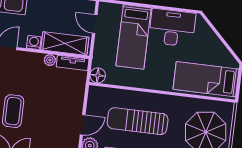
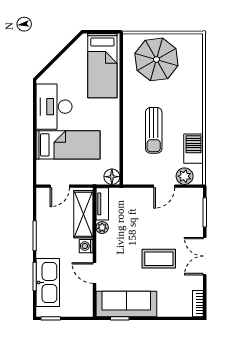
sun lounger: (138, 121) -> (154, 130), width x0.73, depth x0.75
door: (83, 125) -> (164, 186), swing flipped

